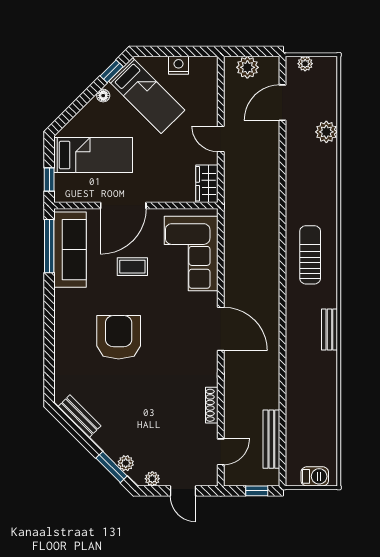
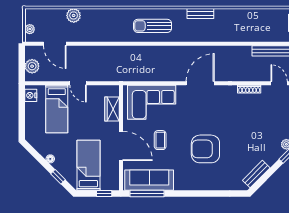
nightstand: (179, 65) -> (31, 95), moved
window: (112, 71) -> (58, 177), moved
bed: (147, 96) -> (57, 109), moved, turned 135
door: (221, 139) -> (78, 83), hinge flipped
wardrobe: (207, 184) -> (112, 109), moved, turned 90

